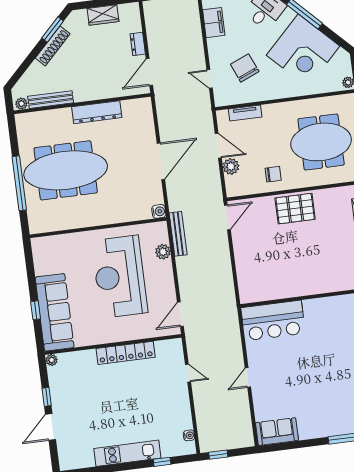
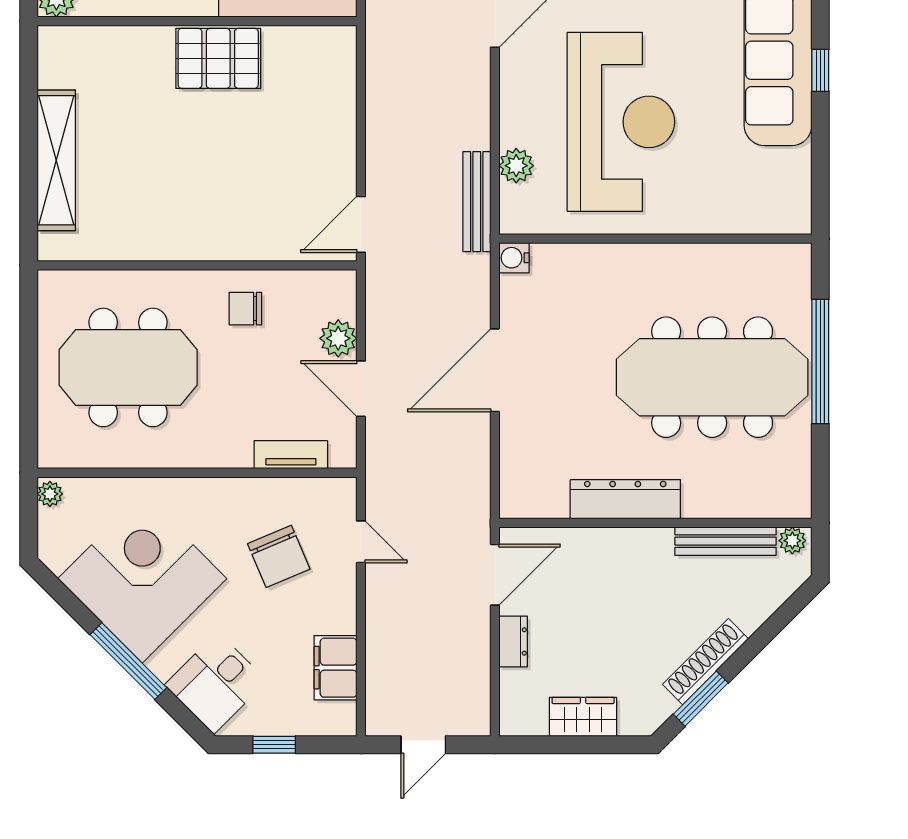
pallet: (295, 209) -> (218, 58), moved

